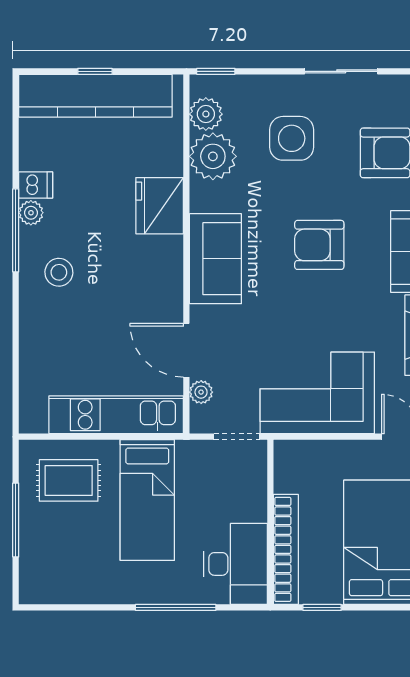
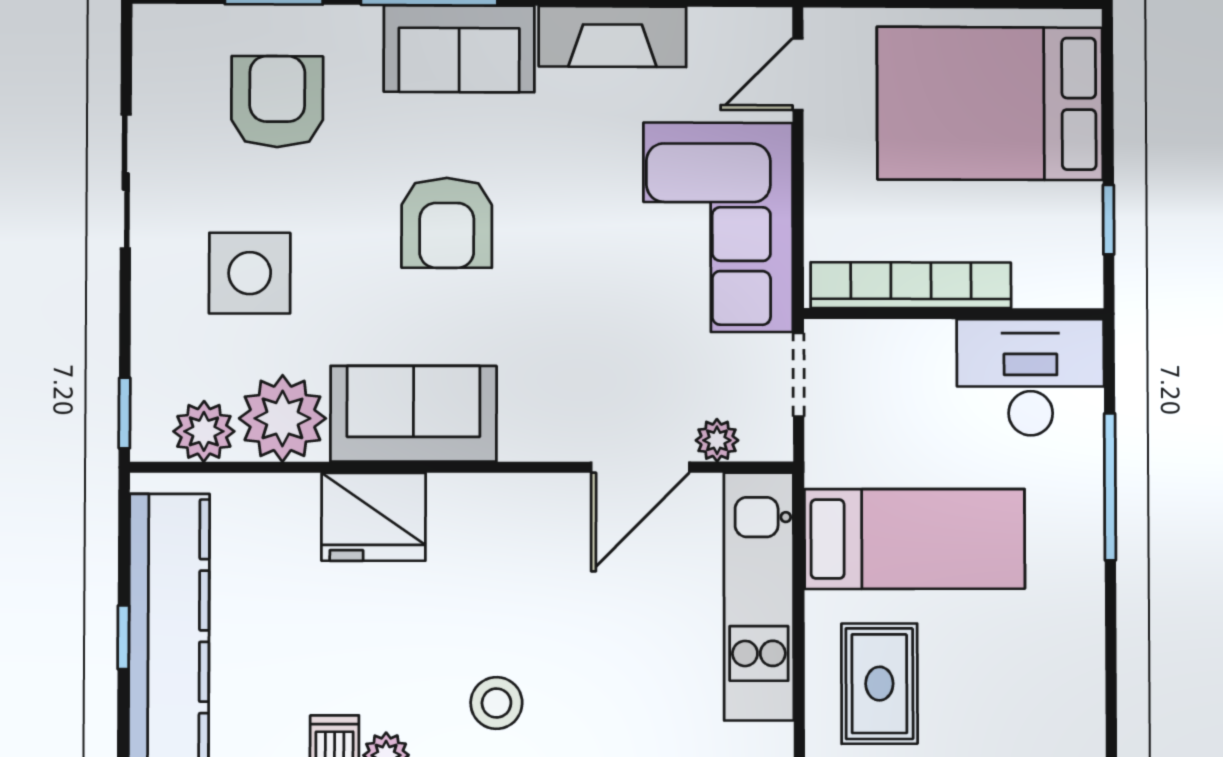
sofa: (215, 259) -> (414, 414), moved
bookcase: (286, 549) -> (911, 285), moved

